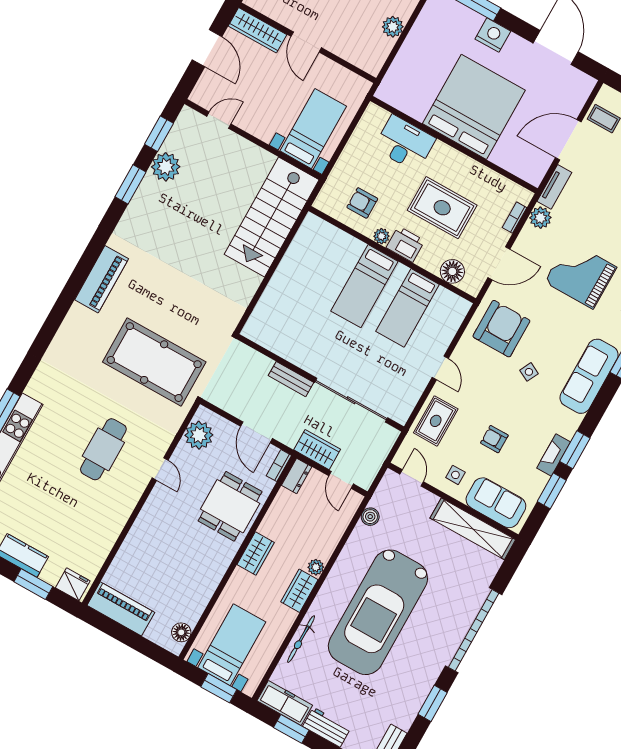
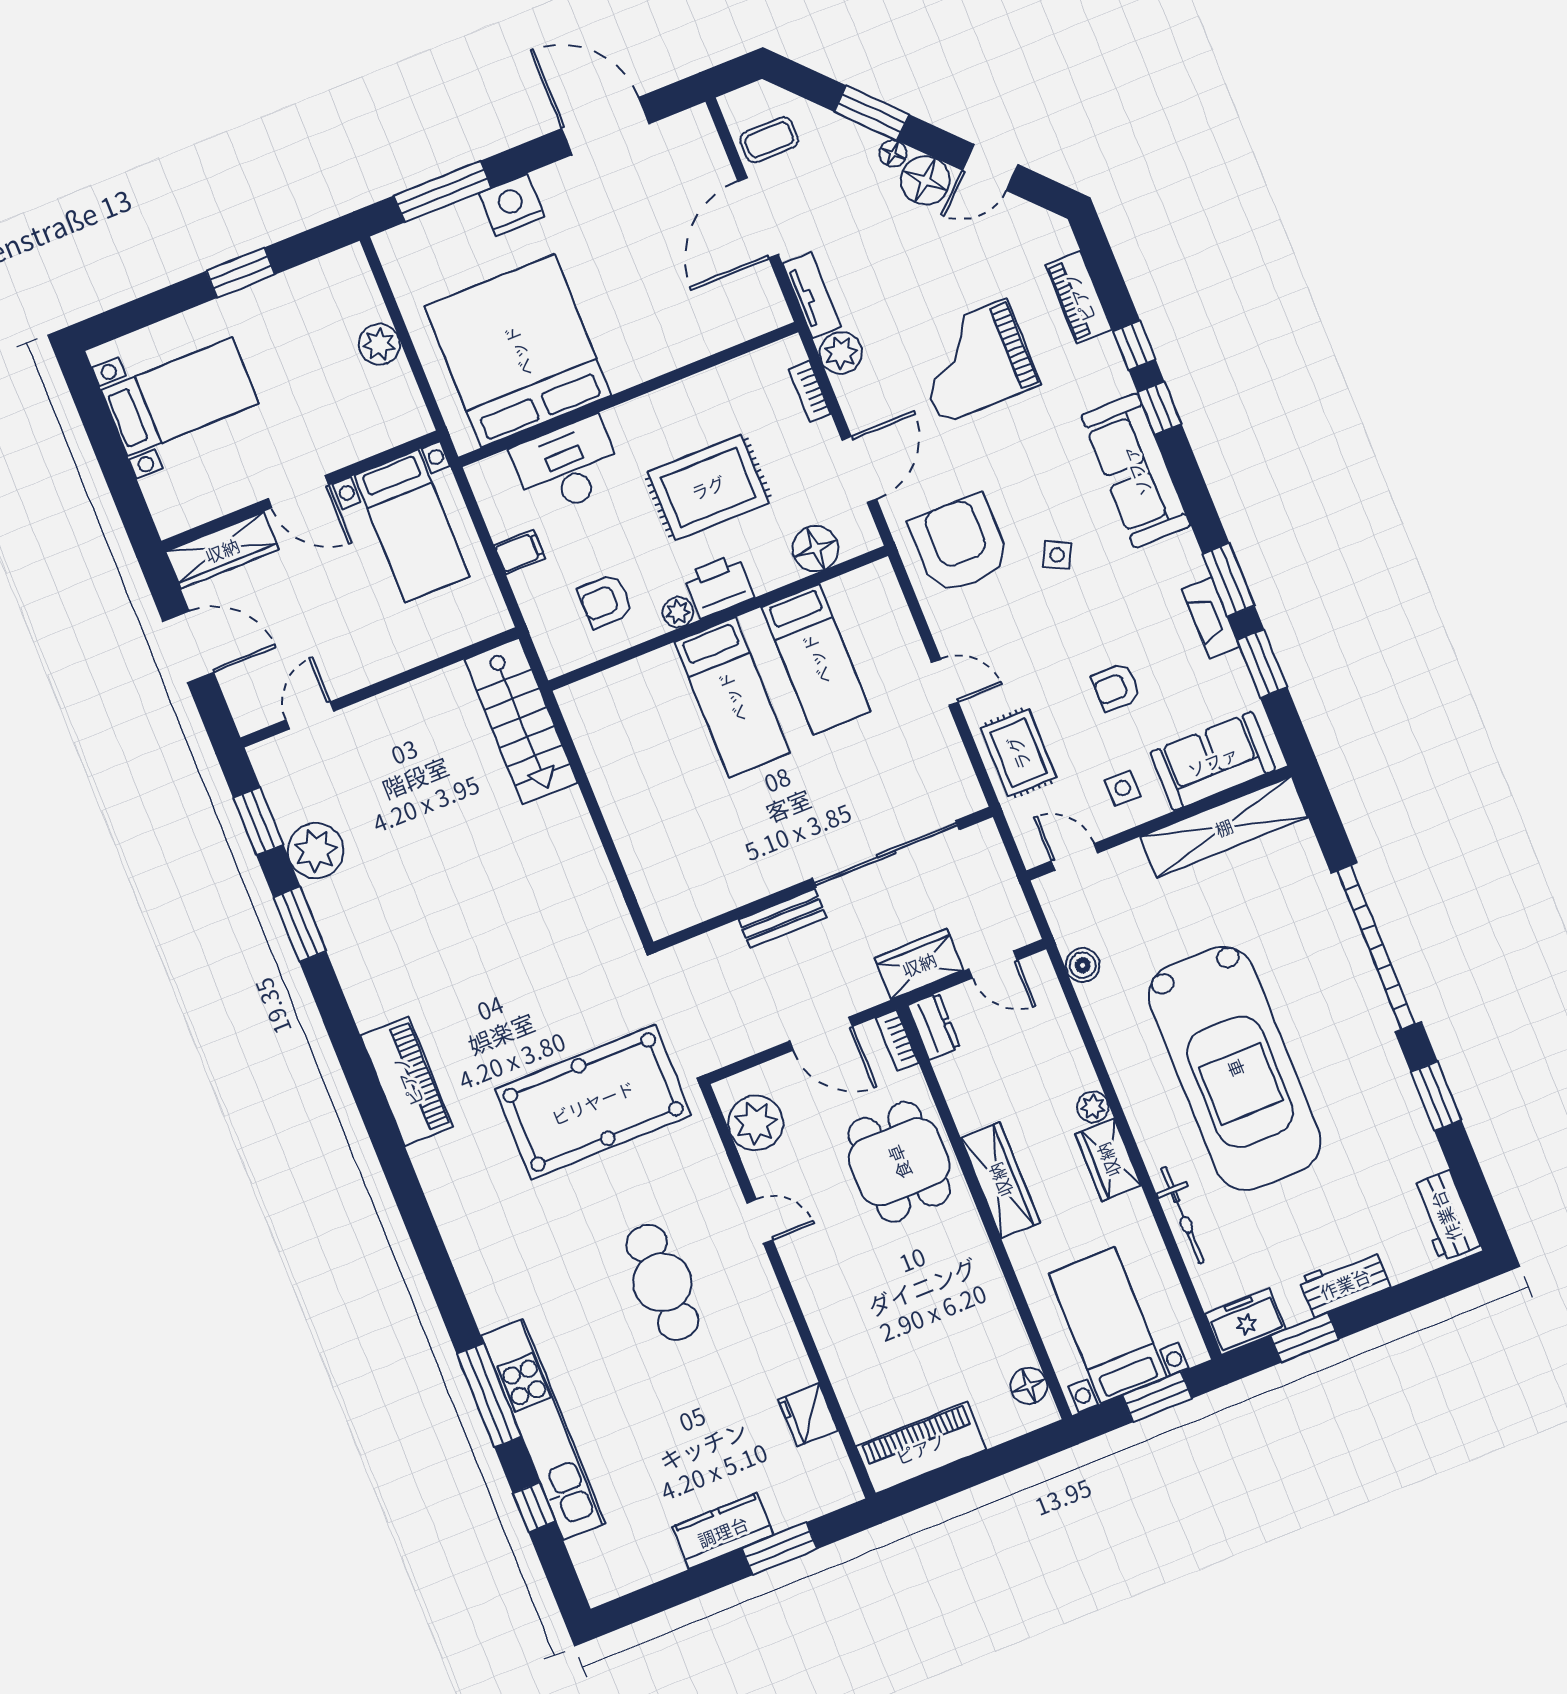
bed: (474, 107) -> (518, 351), moved
bed with nightstands: (313, 129) -> (412, 526), moved, turned 180
filing cabinet: (354, 152) -> (520, 552), added
stairs: (272, 217) -> (521, 721), width x0.73, depth x0.66
wardrobe: (256, 553) -> (1000, 1180), width x1.50
fridge: (73, 584) -> (808, 1415), moved, turned -90
freezer: (285, 703) -> (1245, 1321), width x0.71

